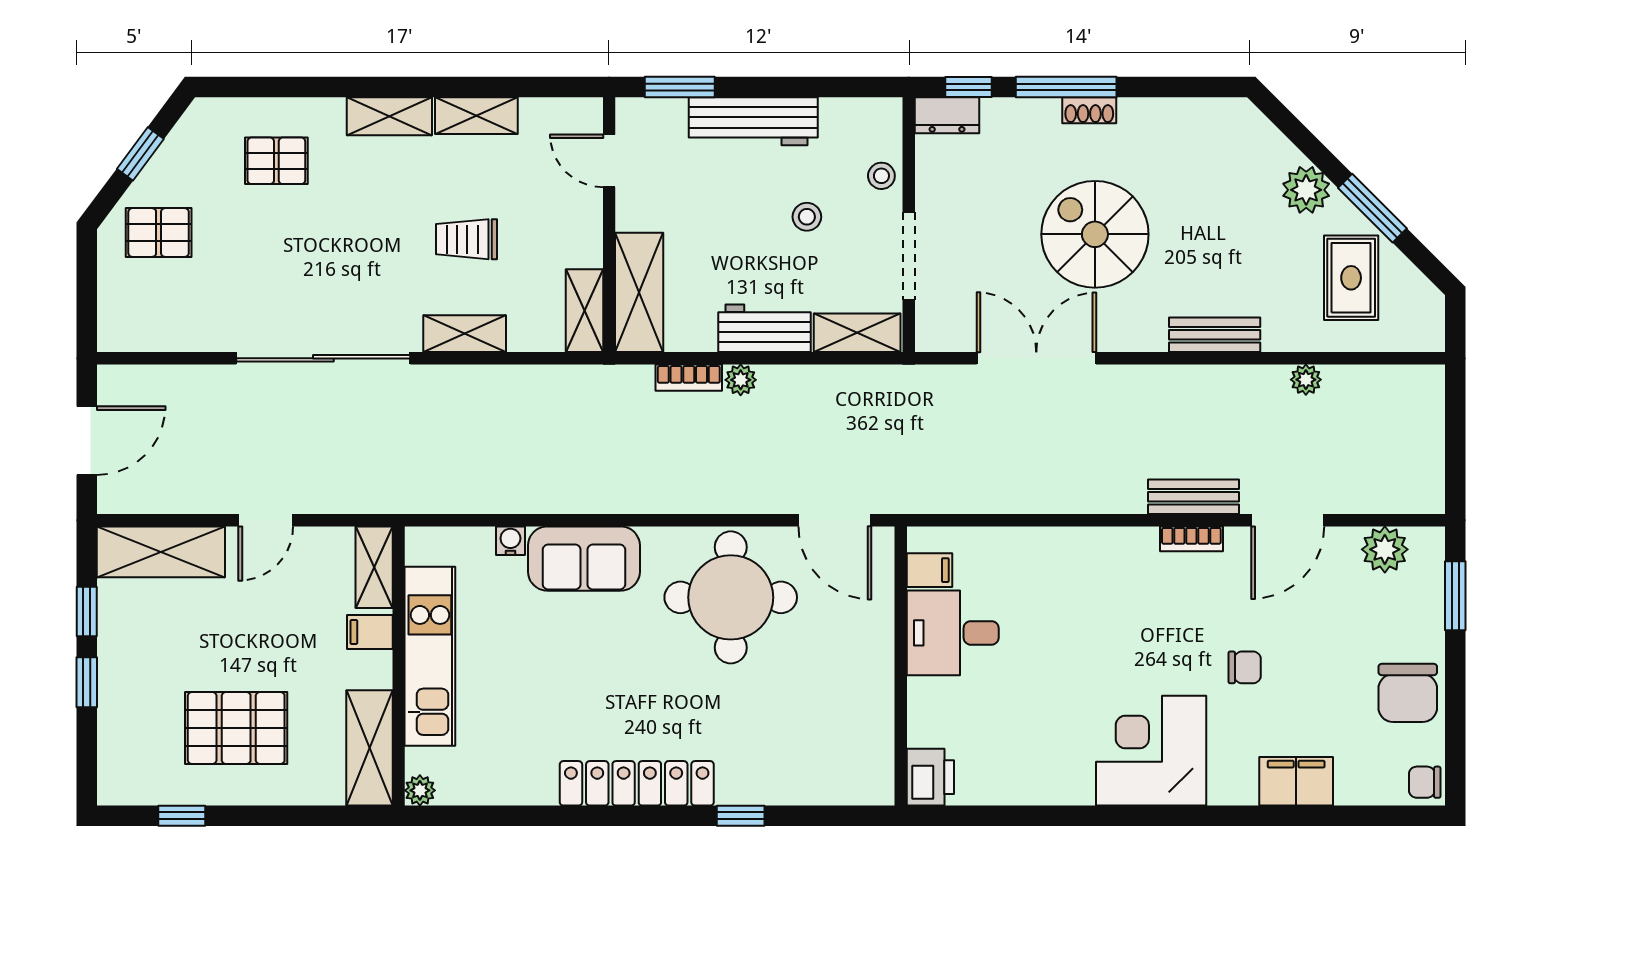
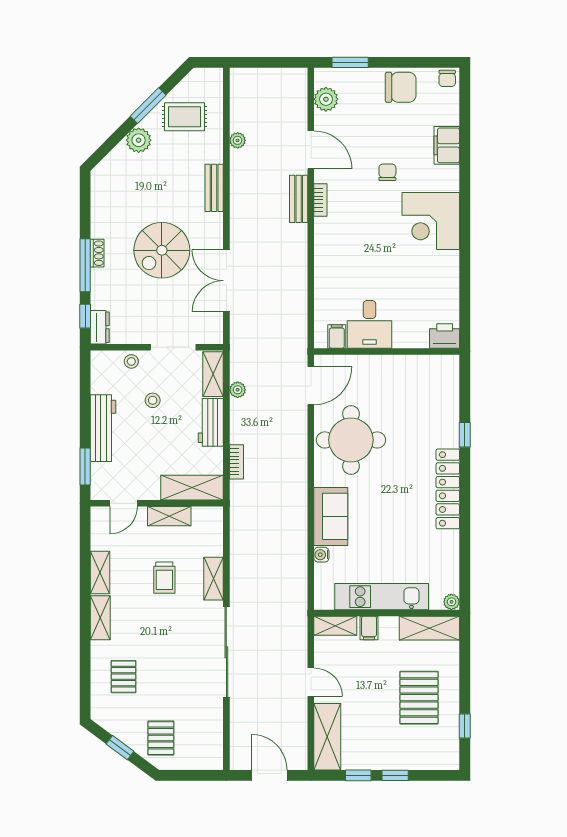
shelving: (584, 311) -> (169, 516), moved
plant: (741, 380) -> (238, 390), moved

